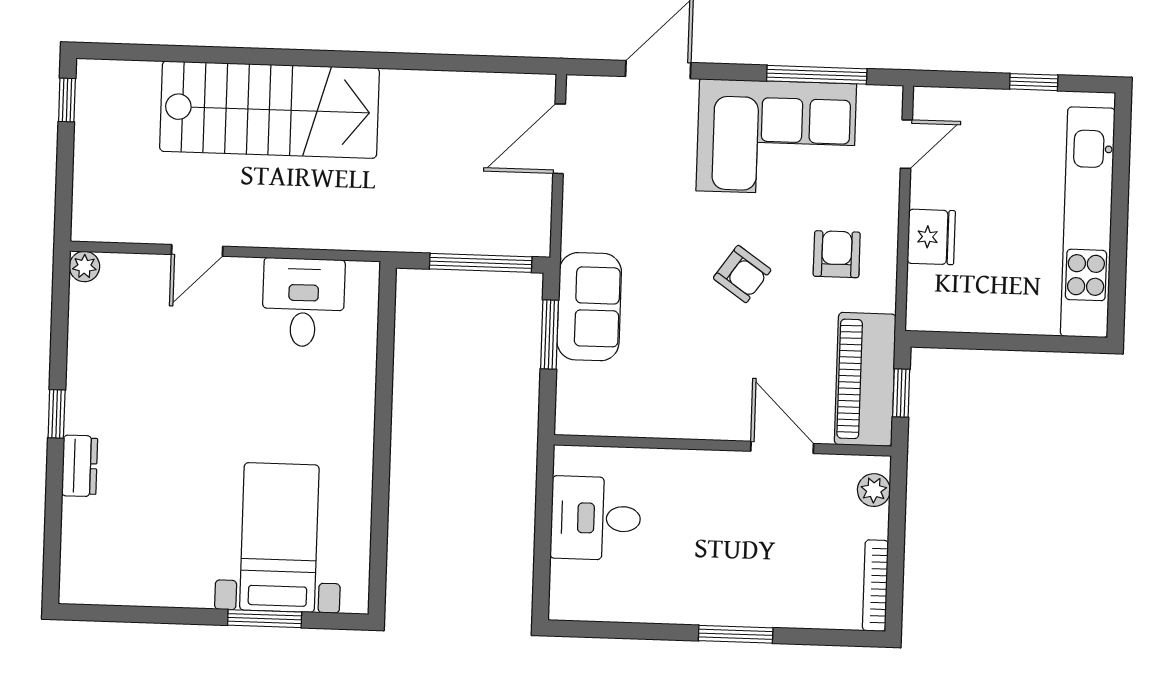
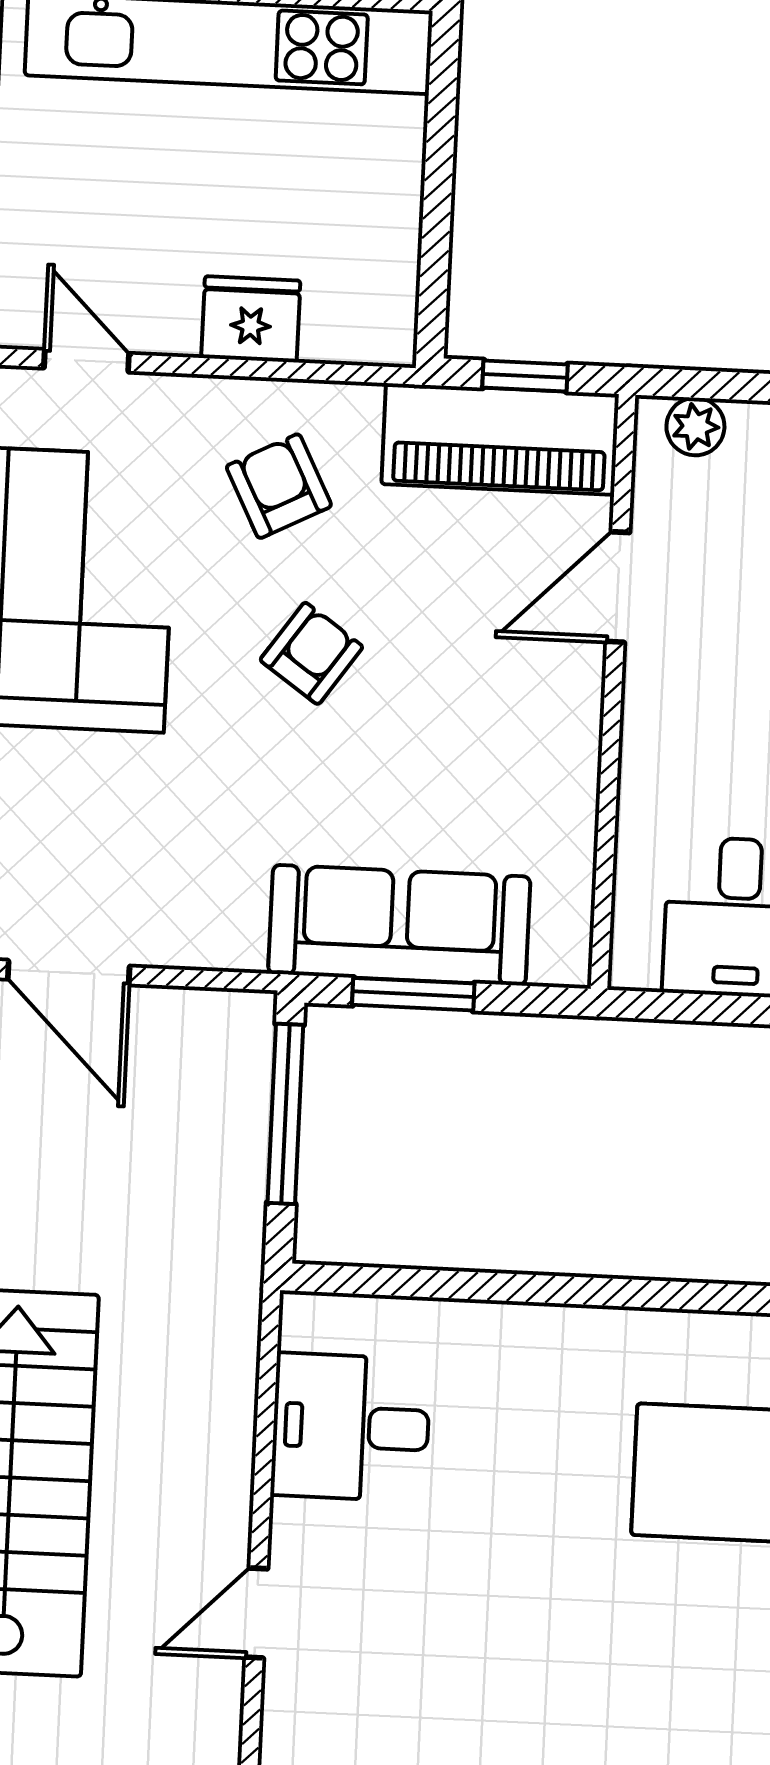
door: (197, 250) -> (256, 1613), swing flipped
armchair: (837, 254) -> (279, 486), turned 63
sofa: (589, 307) -> (399, 925), width x1.36

